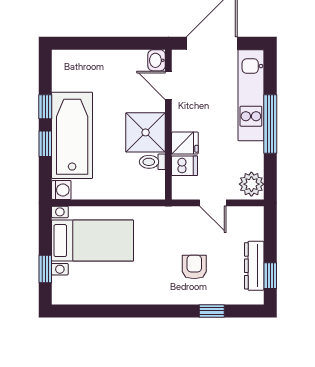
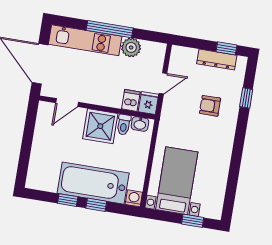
washbasin: (157, 60) -> (140, 124), moved
fridge: (185, 143) -> (148, 103), moved
plant: (251, 184) -> (131, 47), moved

